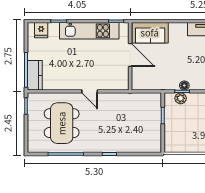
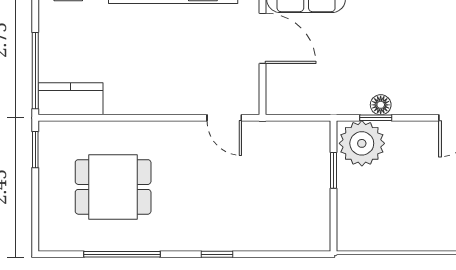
kitchen counter: (35, 75) -> (71, 99), moved, turned -90
door: (90, 91) -> (224, 118), moved
plant: (181, 98) -> (362, 143), width x1.88, depth x1.88
dining table: (62, 123) -> (113, 187), width x0.73

